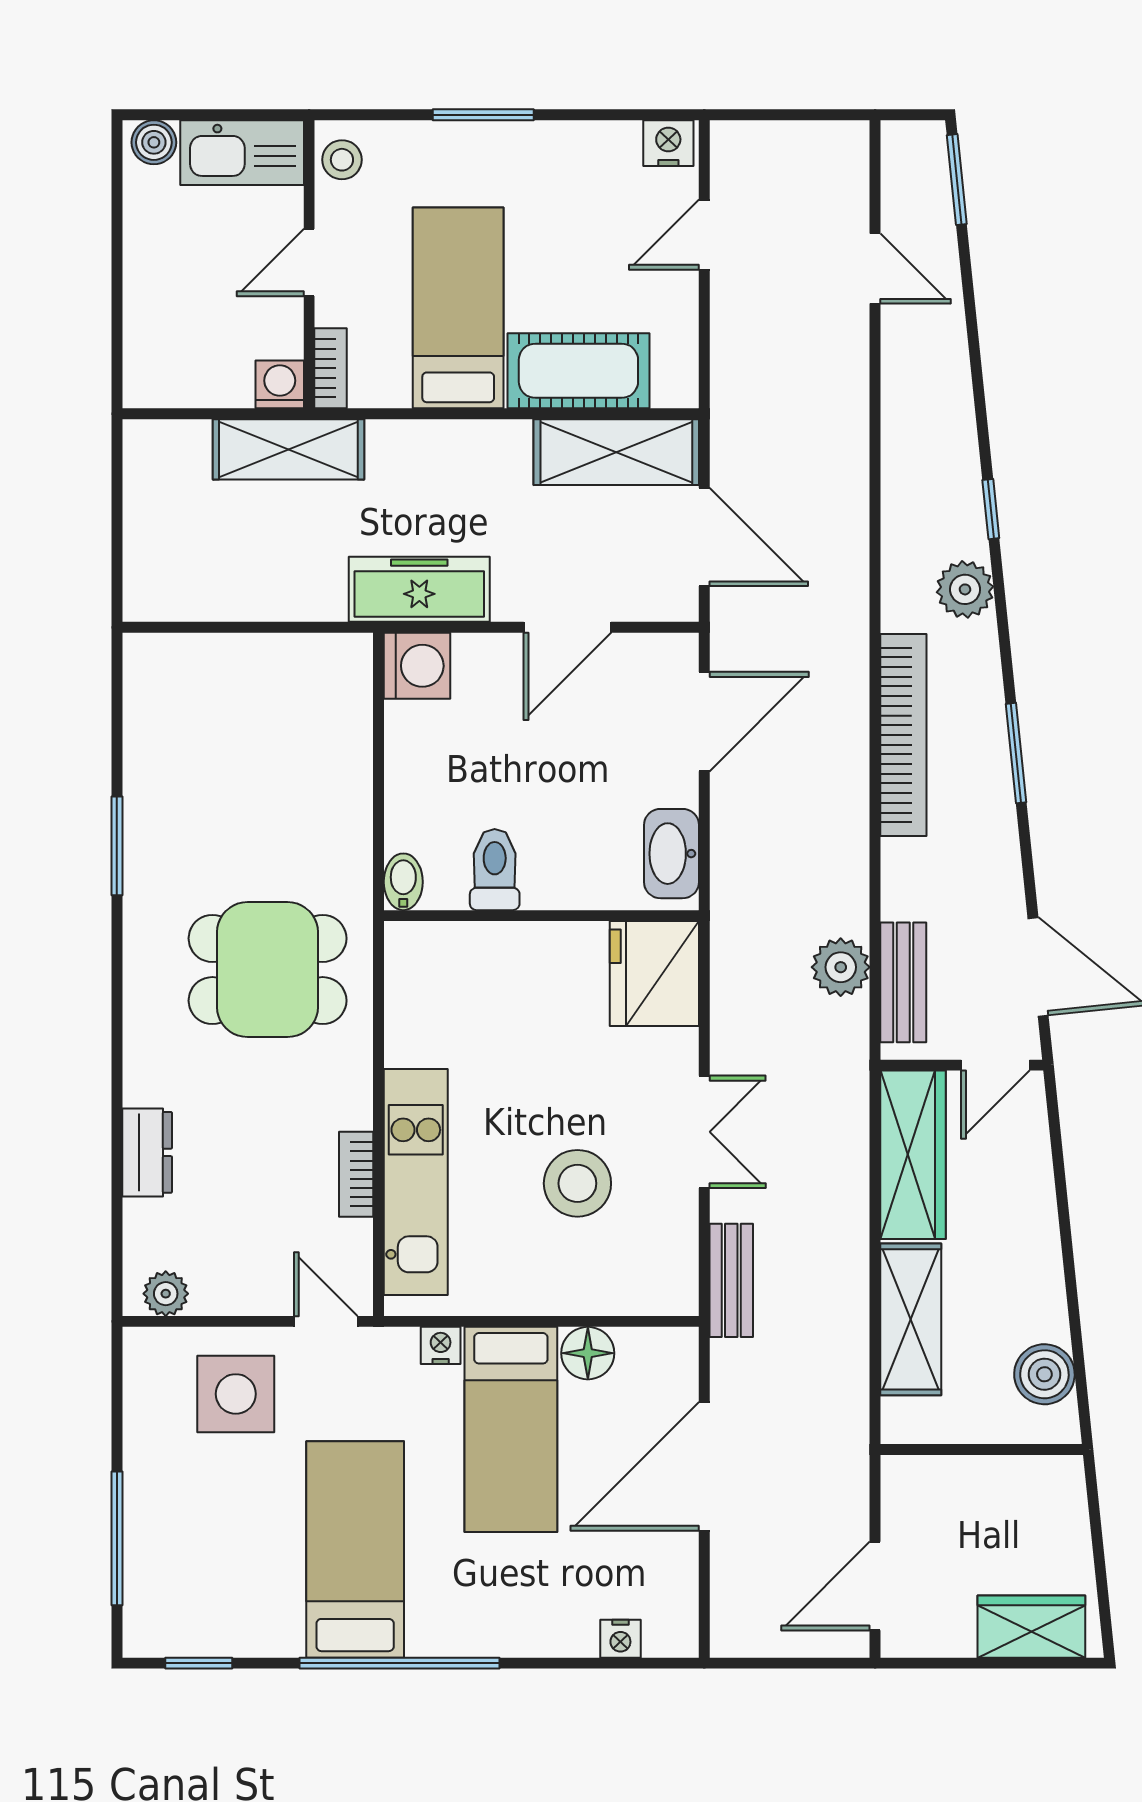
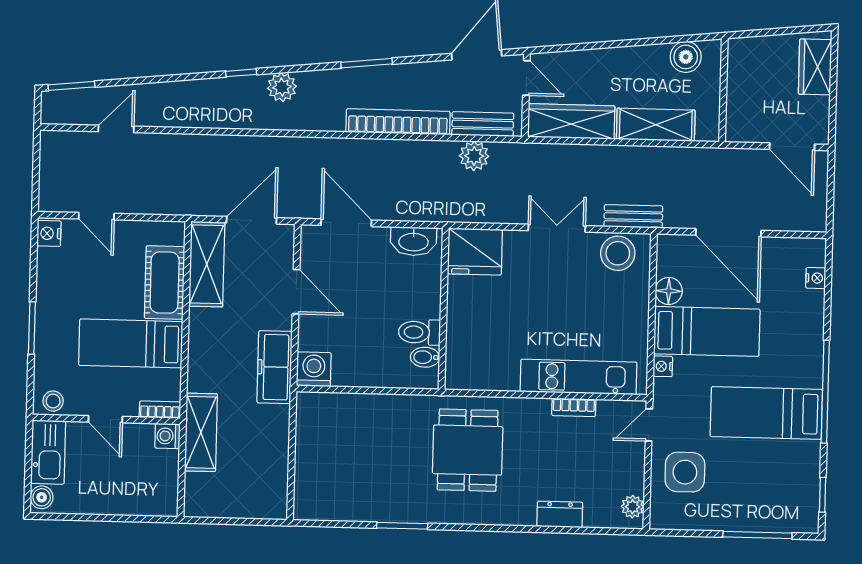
bookcase: (903, 735) -> (398, 122), moved
bidet: (403, 882) -> (425, 357), moved
stool: (577, 1183) -> (618, 253), moved

